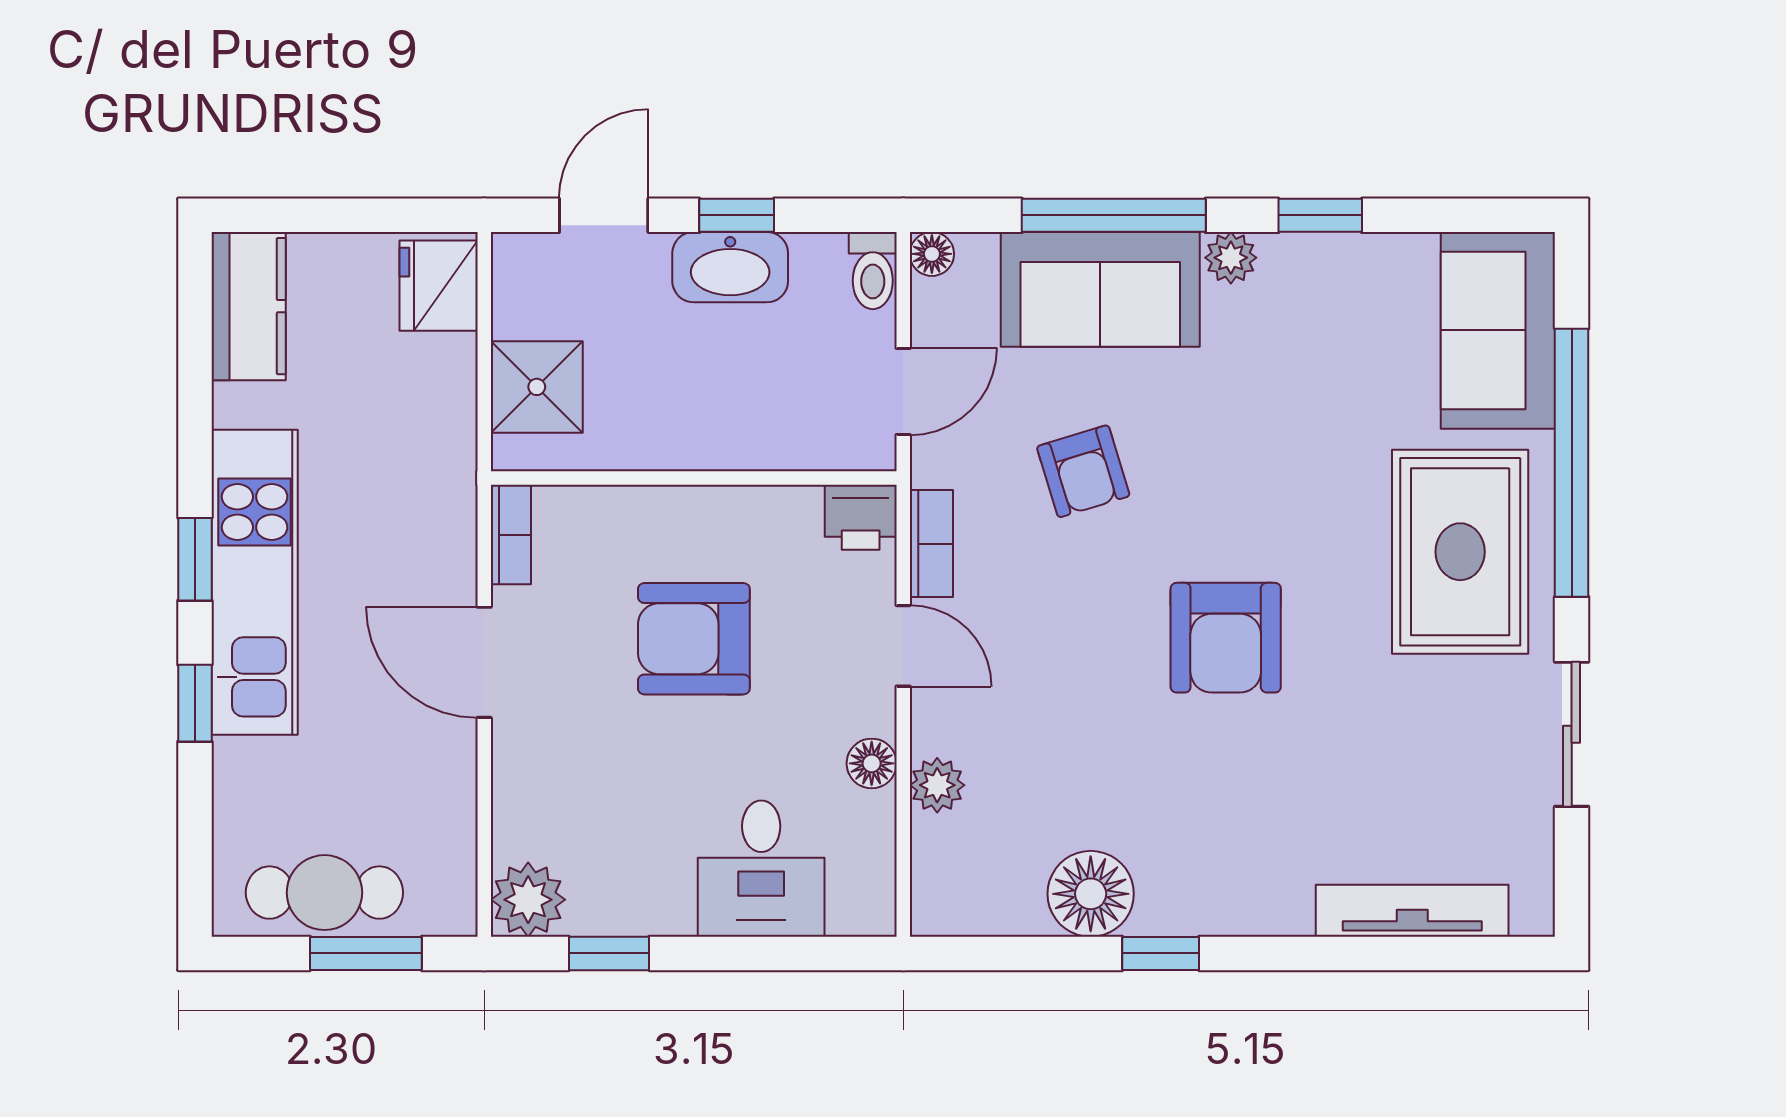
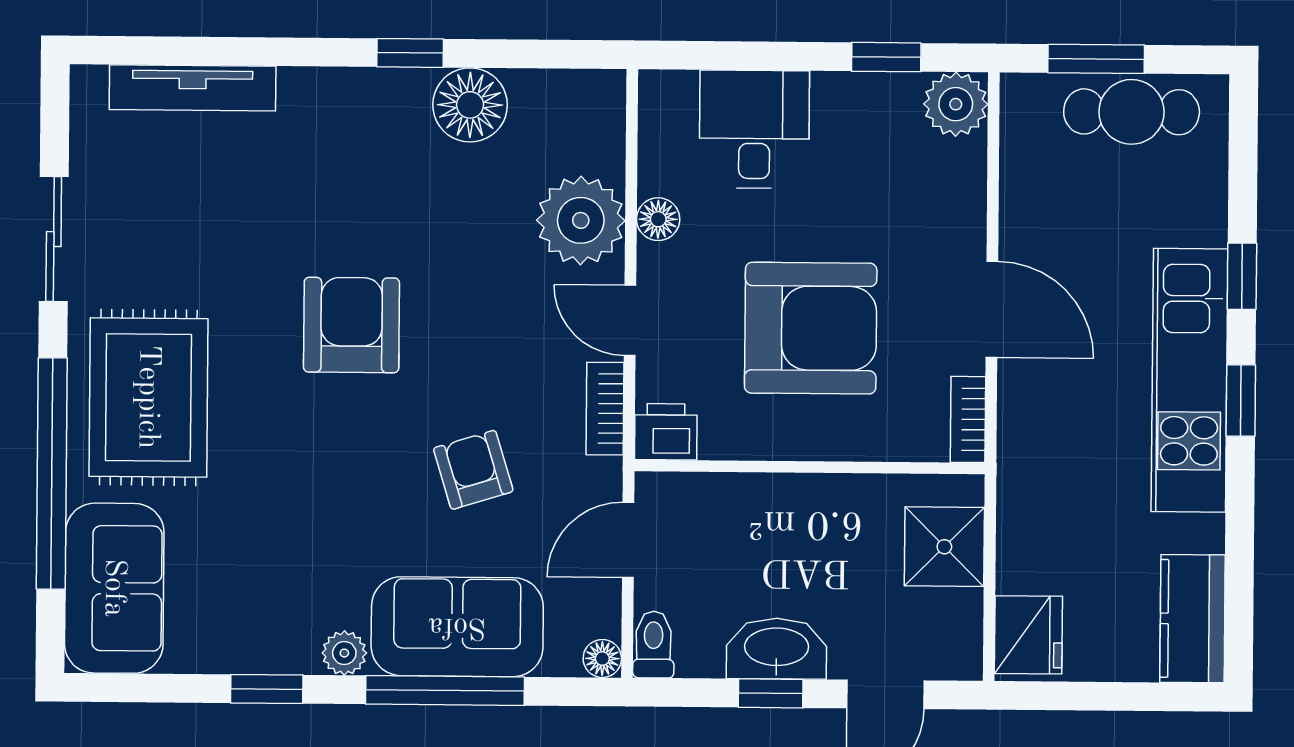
armchair: (694, 639) -> (811, 328), width x1.36, depth x1.36
plant: (937, 785) -> (581, 220), width x1.87, depth x1.87

